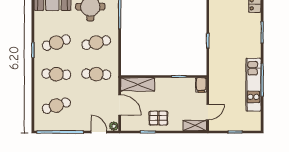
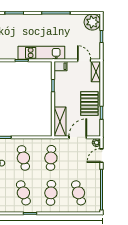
kitchen unit: (253, 85) -> (41, 53), moved, turned 180
pallet: (158, 118) -> (89, 104), width x1.50, depth x1.42
plant: (252, 121) -> (92, 22), added

